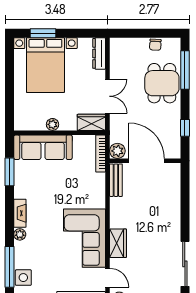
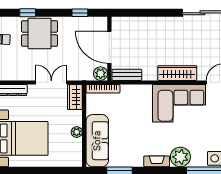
window: (185, 70) -> (28, 13), width x0.46
door: (147, 161) -> (109, 47), hinge flipped
plant: (20, 234) -> (180, 157), width x1.88, depth x1.88
wardrobe: (118, 243) -> (177, 73), width x1.50

